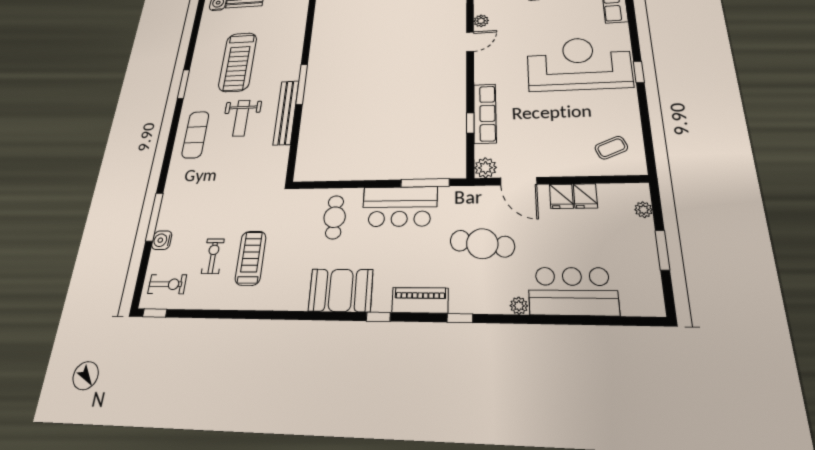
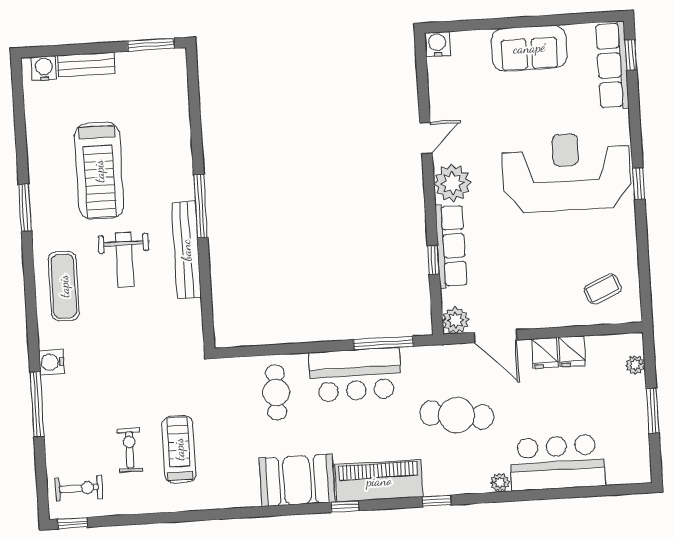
plant: (481, 21) -> (452, 183), moved, width x1.88, depth x1.88
water cooler: (162, 240) -> (52, 362), moved
piano: (420, 300) -> (379, 481), width x1.37, depth x1.33

